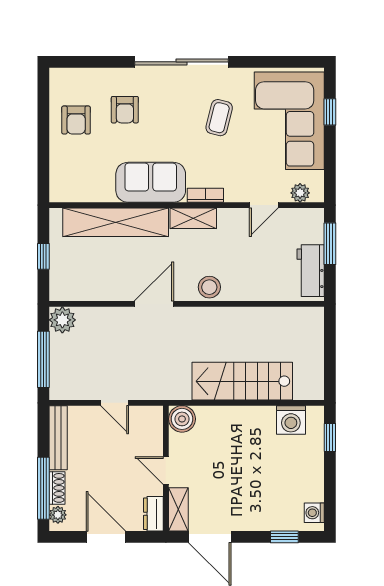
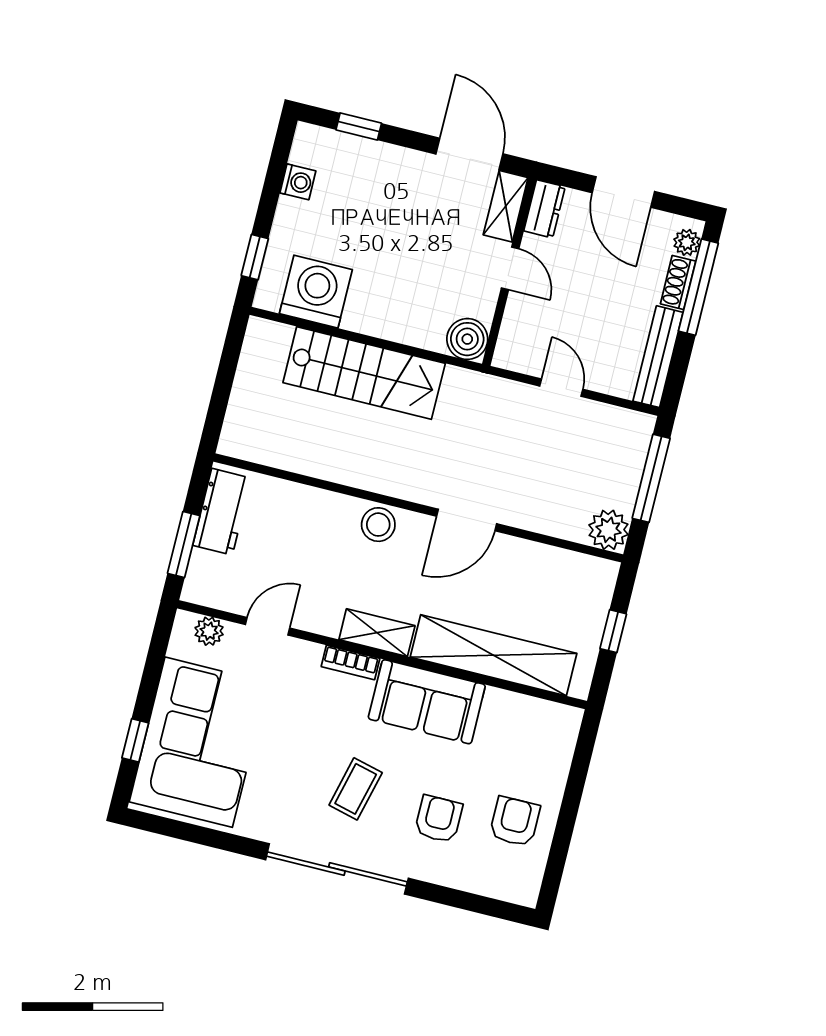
coffee table: (219, 118) -> (356, 789), moved
washing machine: (291, 420) -> (316, 292), width x1.37, depth x1.37
washing machine: (314, 513) -> (298, 182), moved

